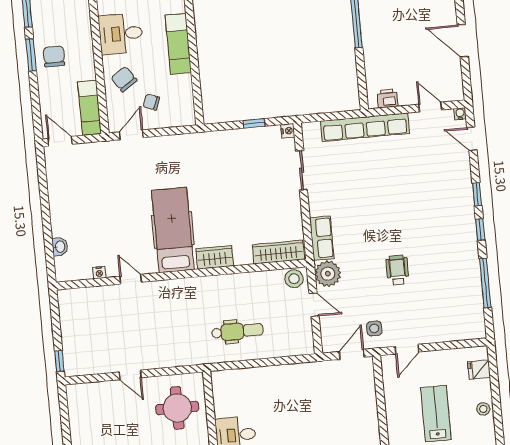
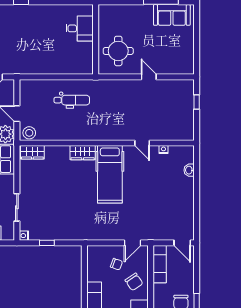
wardrobe: (278, 252) -> (32, 152), width x0.67
dental chair: (237, 331) -> (72, 100), turned 180
window: (59, 361) -> (197, 102), moved

